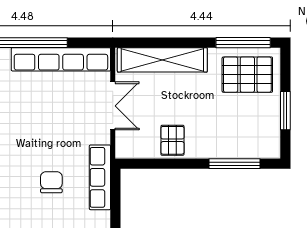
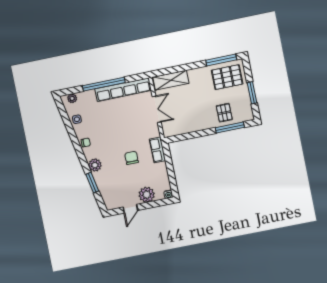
shelving: (162, 60) -> (171, 80), width x0.68
pallet: (172, 140) -> (224, 113), moved
row of seats: (100, 177) -> (157, 150), width x0.68

